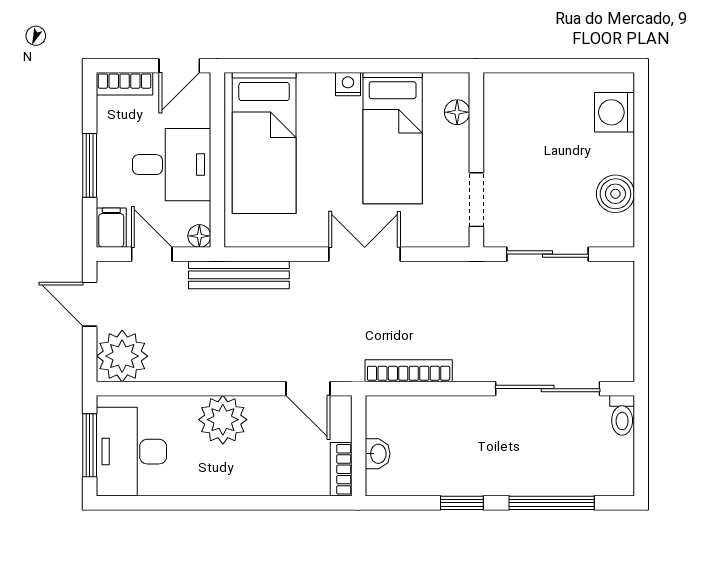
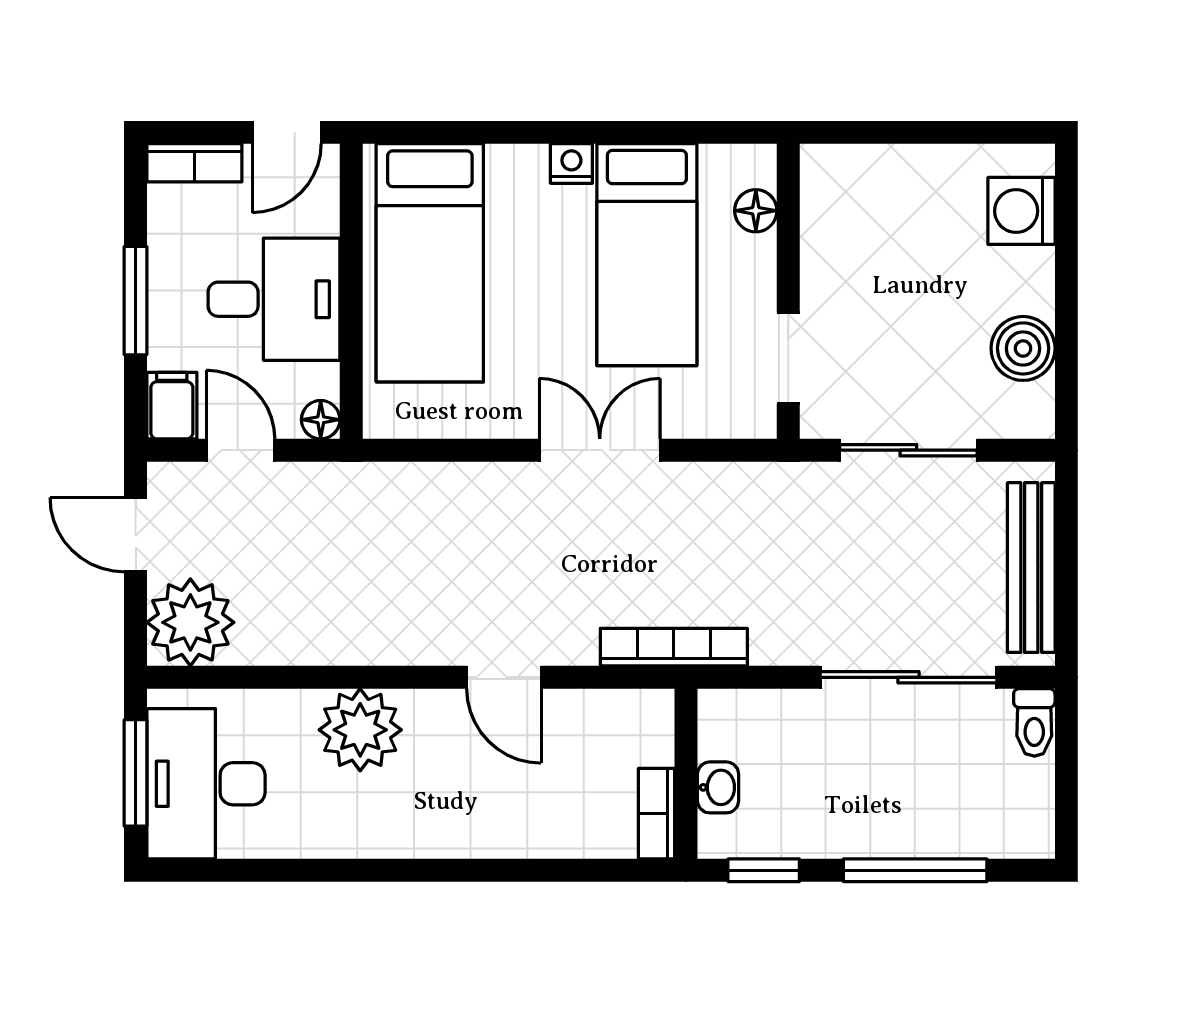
bench: (239, 275) -> (1031, 568), moved, turned 90
wall: (359, 446) -> (686, 774), moved
washbasin: (378, 454) -> (718, 787), moved
bookcase: (341, 469) -> (657, 814), moved

